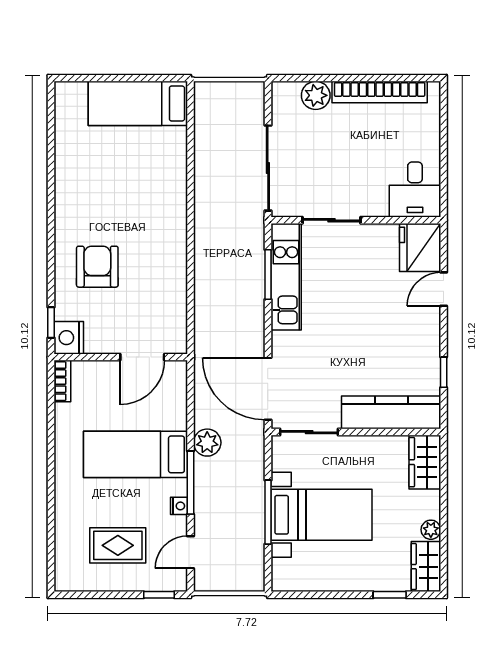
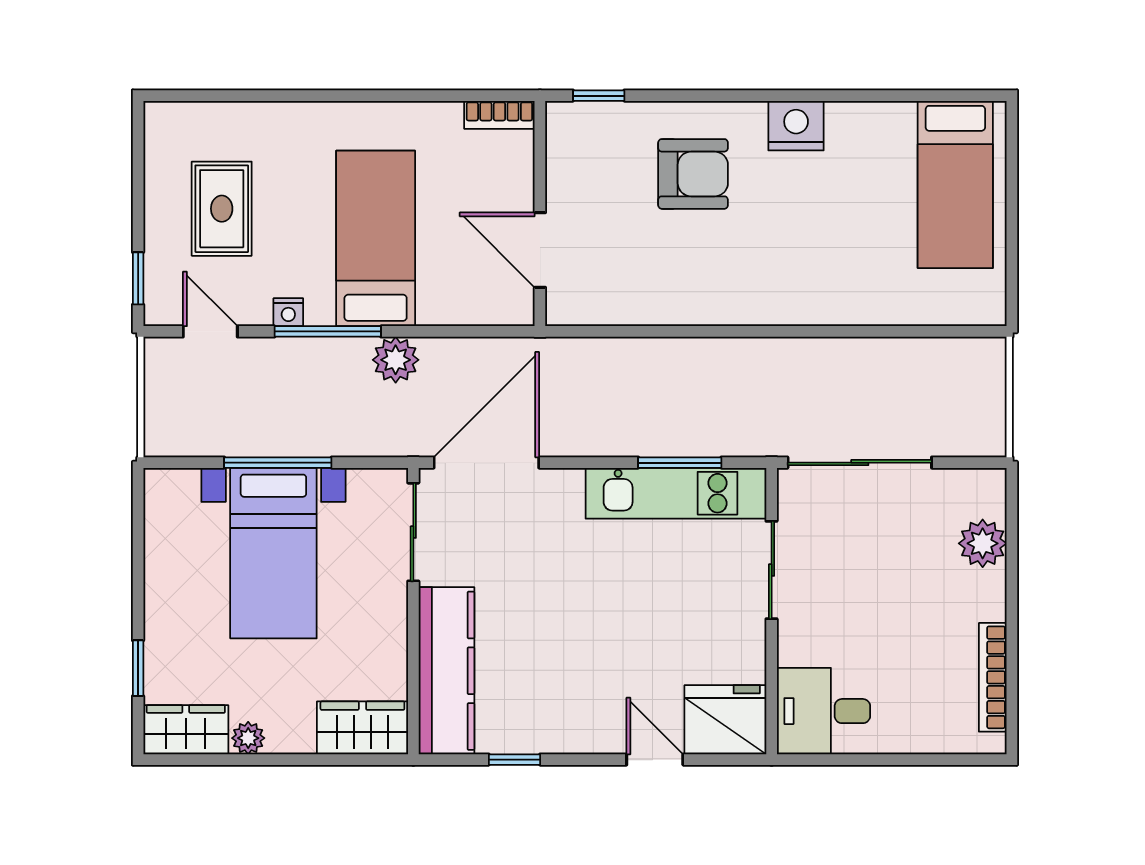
bookcase: (380, 92) -> (993, 677), width x0.68, depth x0.76
bed: (138, 103) -> (955, 184), moved, turned 180
nightstand: (69, 338) -> (796, 126), moved

